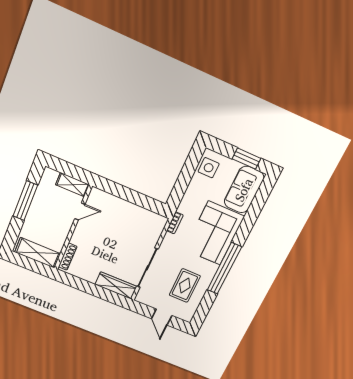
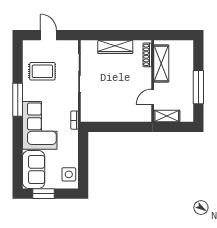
shelving: (38, 253) -> (161, 63), moved, turned 90
window: (224, 268) -> (18, 100), width x0.68
wardrobe: (116, 286) -> (115, 47), moved
rug: (185, 286) -> (42, 71), turned 90

